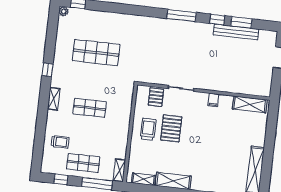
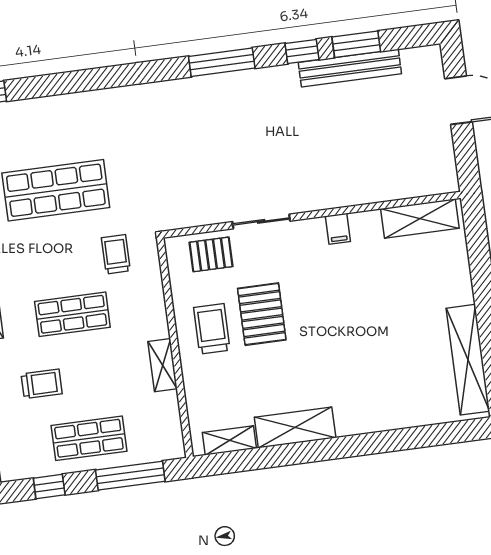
trolley: (115, 87) -> (116, 254), added
pallet: (156, 97) -> (211, 254), turned 90
trolley: (60, 142) -> (42, 384), moved
shelving: (119, 170) -> (163, 365), moved

